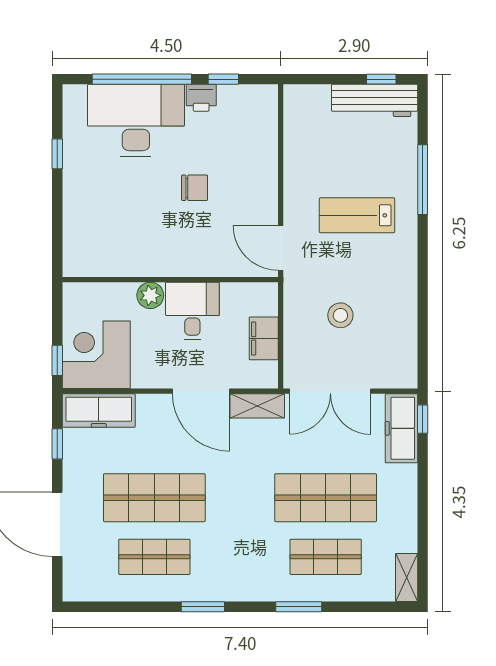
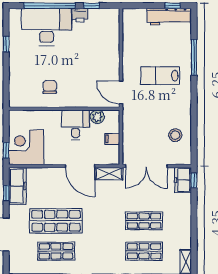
chair: (195, 188) -> (50, 87), moved, turned -90
plant: (150, 295) -> (97, 117), moved
stool: (340, 315) -> (175, 135), moved
filing cabinet: (264, 338) -> (112, 139), width x0.50
freezer: (99, 411) -> (17, 186), moved, turned -90
freezer: (401, 428) -> (183, 180), width x0.71
shop shelf: (326, 498) -> (144, 221), width x0.70, depth x0.74

